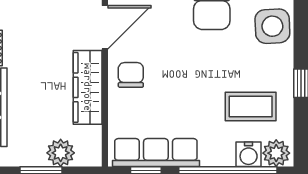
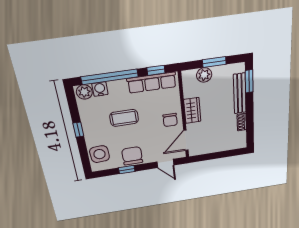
wardrobe: (88, 87) -> (192, 110), width x0.67
coffee table: (251, 107) -> (124, 118), moved

